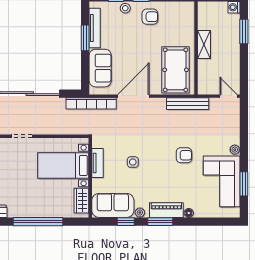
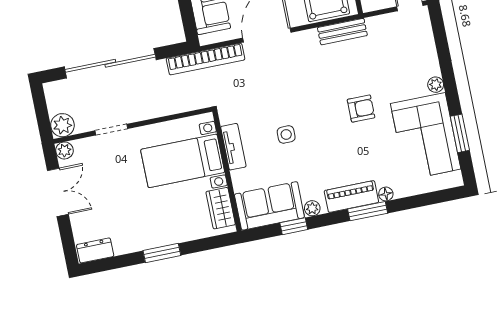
bench: (188, 104) -> (342, 32), width x0.73
window: (38, 222) -> (162, 253), width x0.47
window: (160, 222) -> (368, 211), moved

